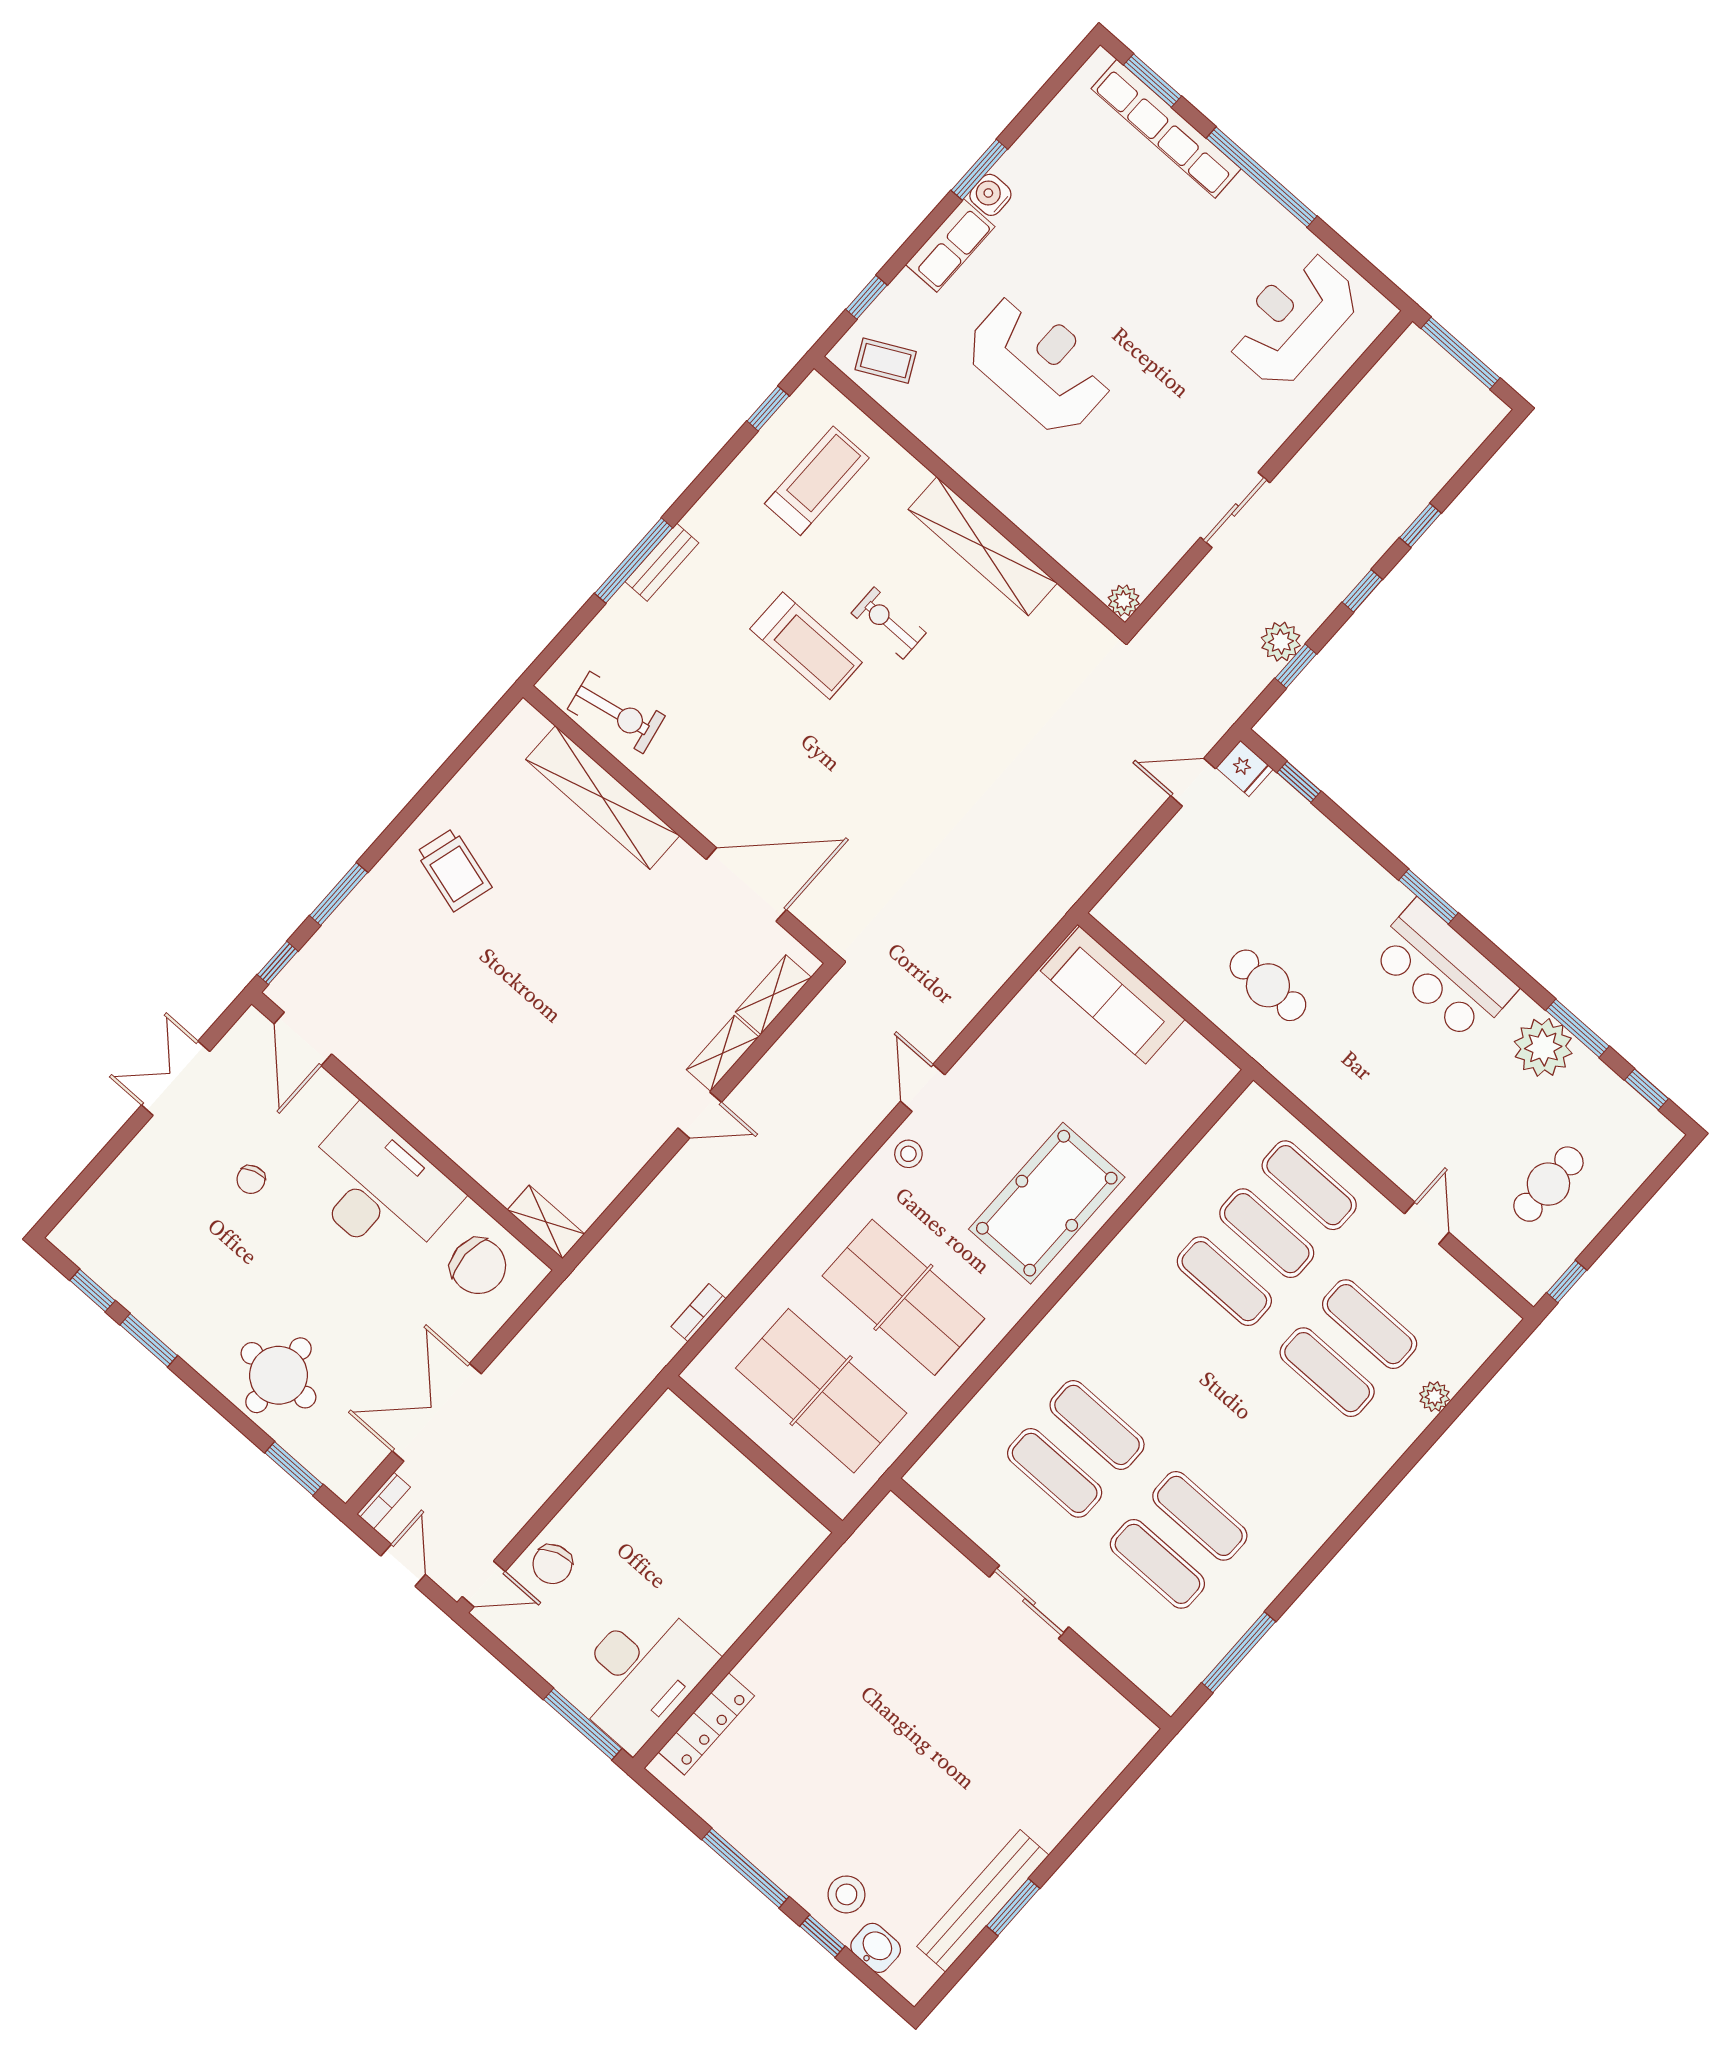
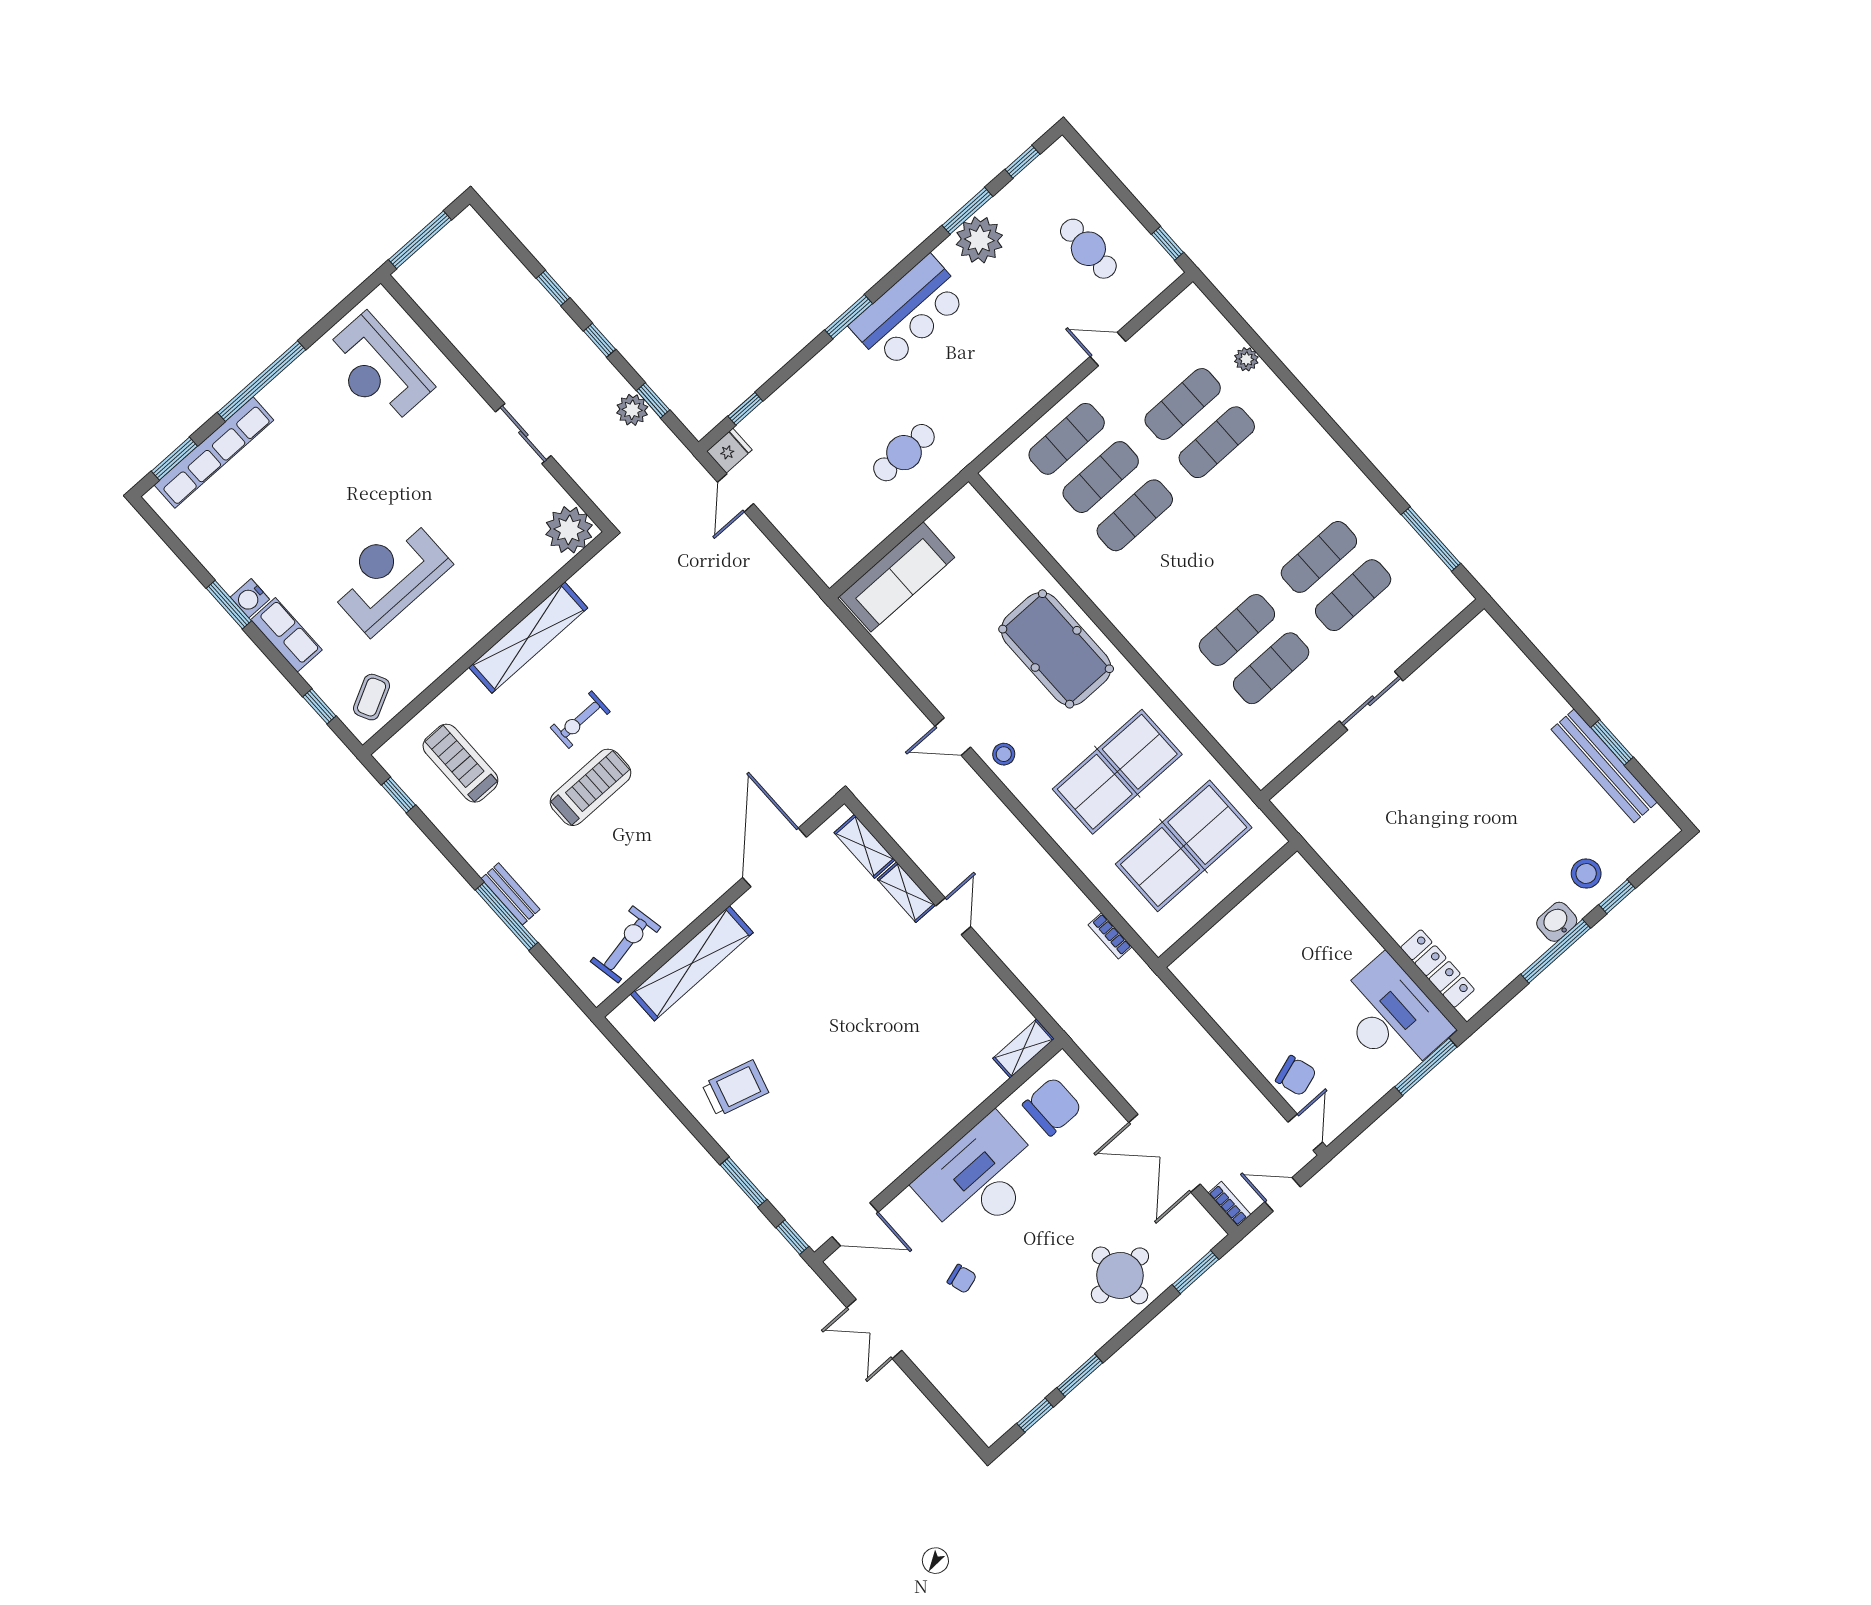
plant: (1124, 601) -> (569, 530), width x1.88, depth x1.88
washbasin: (876, 1948) -> (1557, 922), moved

